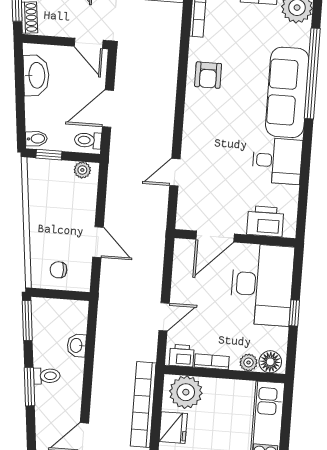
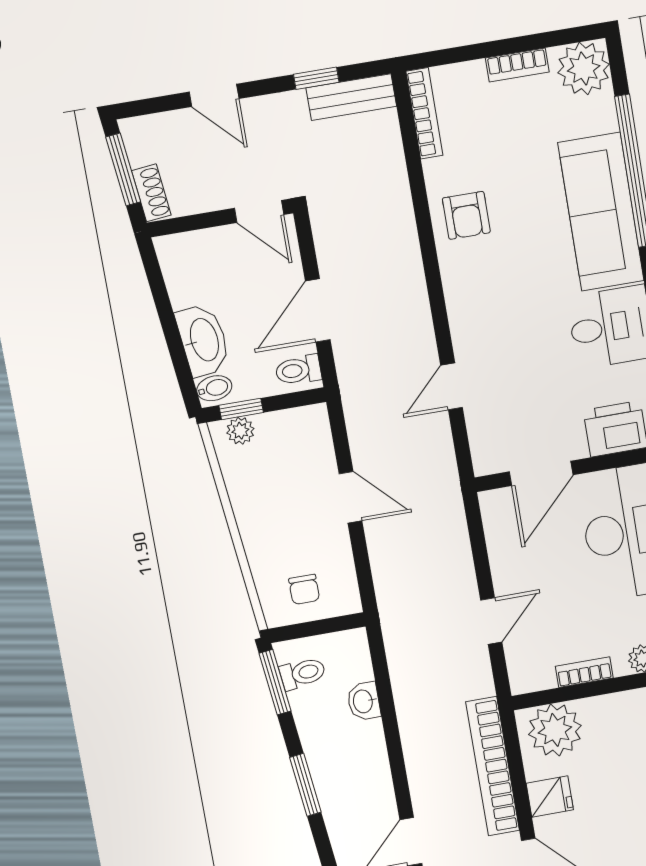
washbasin: (36, 75) -> (203, 340), moved
plant: (82, 170) -> (240, 431), moved
door: (98, 242) -> (351, 497), moved
chair: (58, 270) -> (304, 589), turned -90
printer: (182, 356) -> (534, 675), removed
toilet: (47, 376) -> (303, 673), moved
fridge: (173, 428) -> (550, 797), width x0.72

